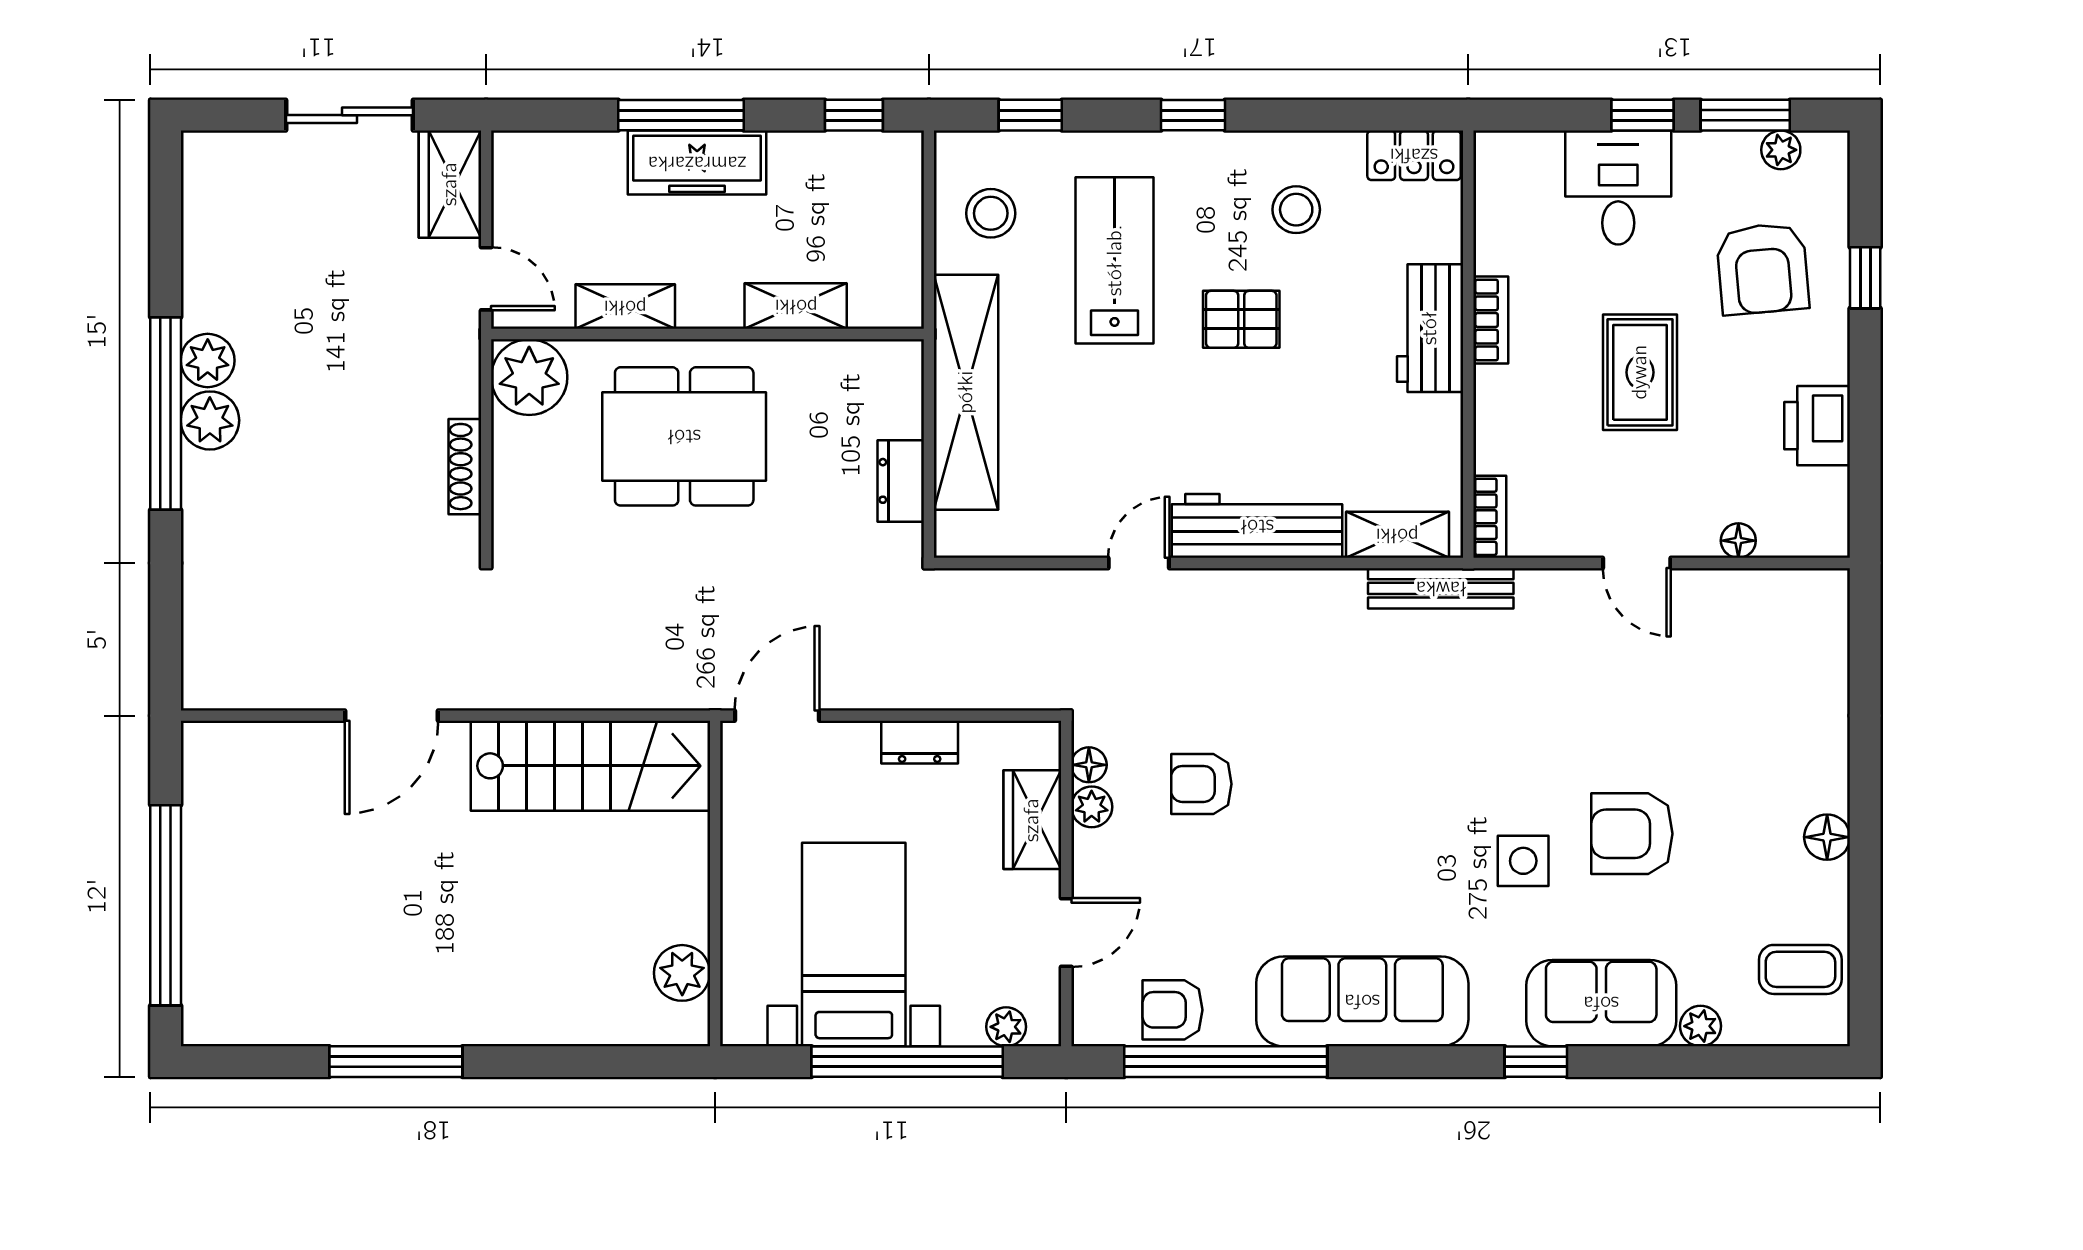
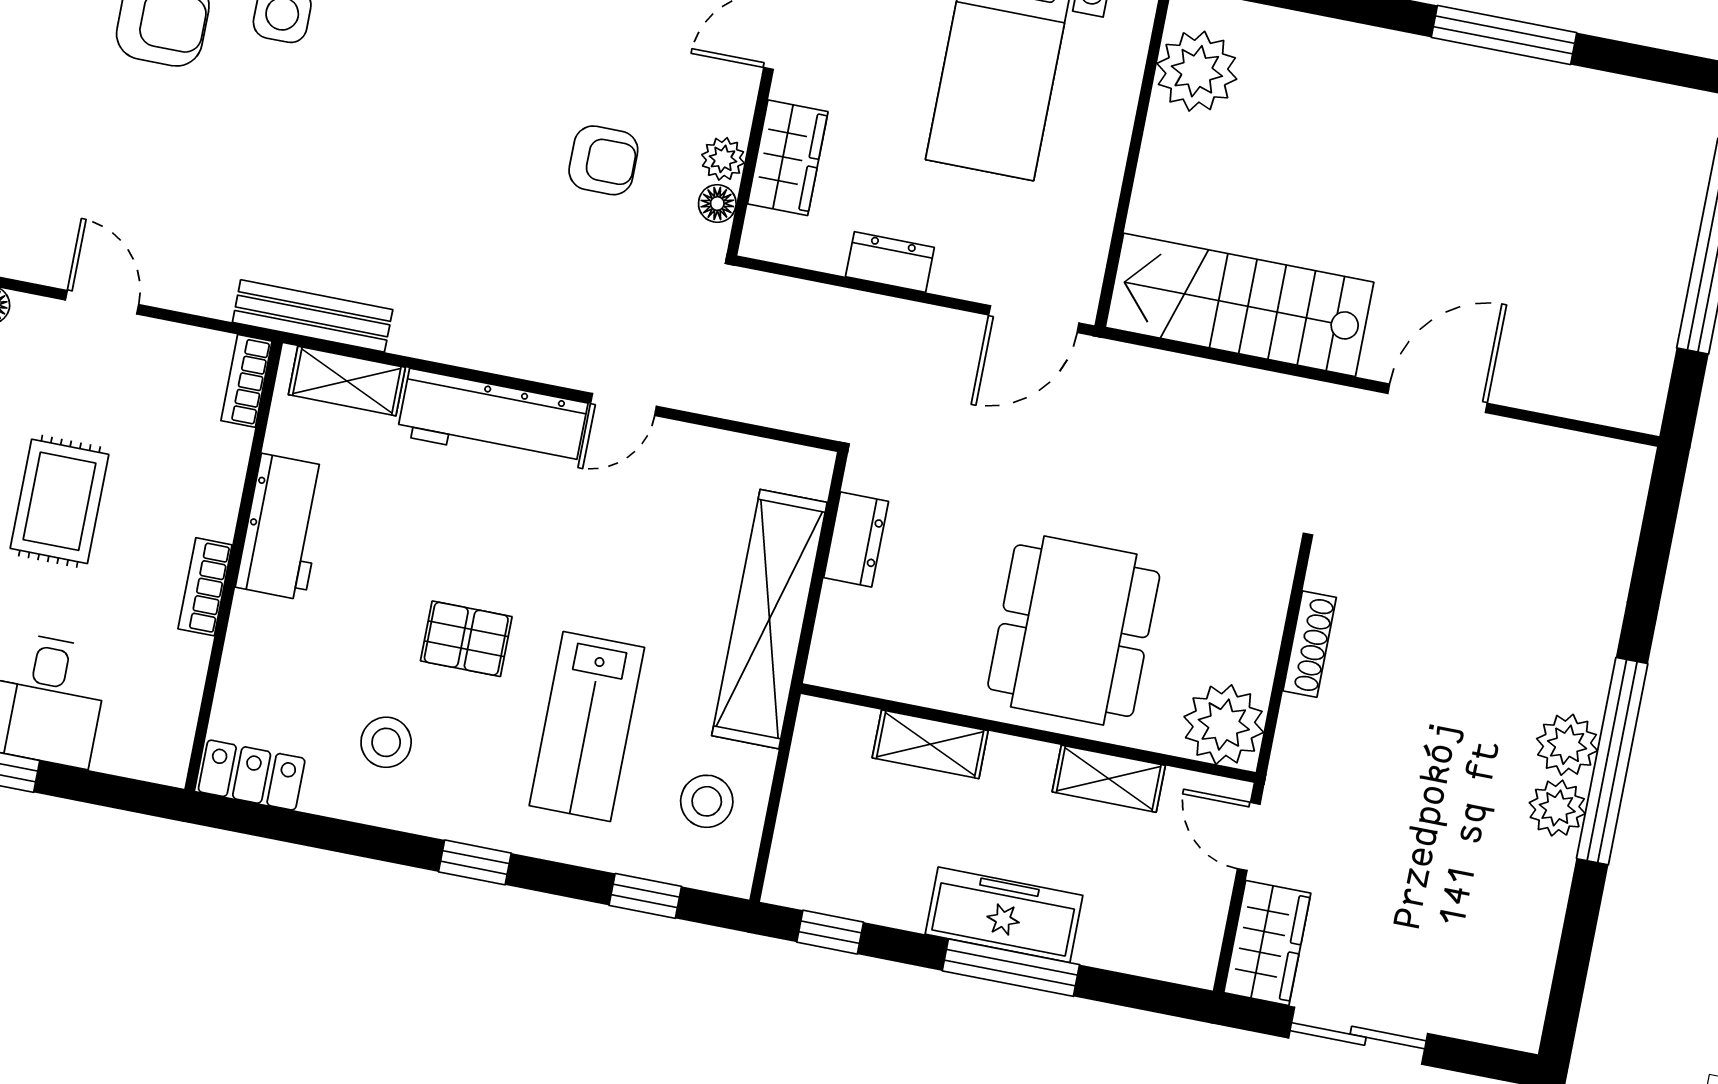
workbench: (1430, 328) -> (283, 527), moved
dining table: (684, 436) -> (1074, 631), turned 90
plant: (682, 973) -> (1197, 71), width x1.36, depth x1.36

